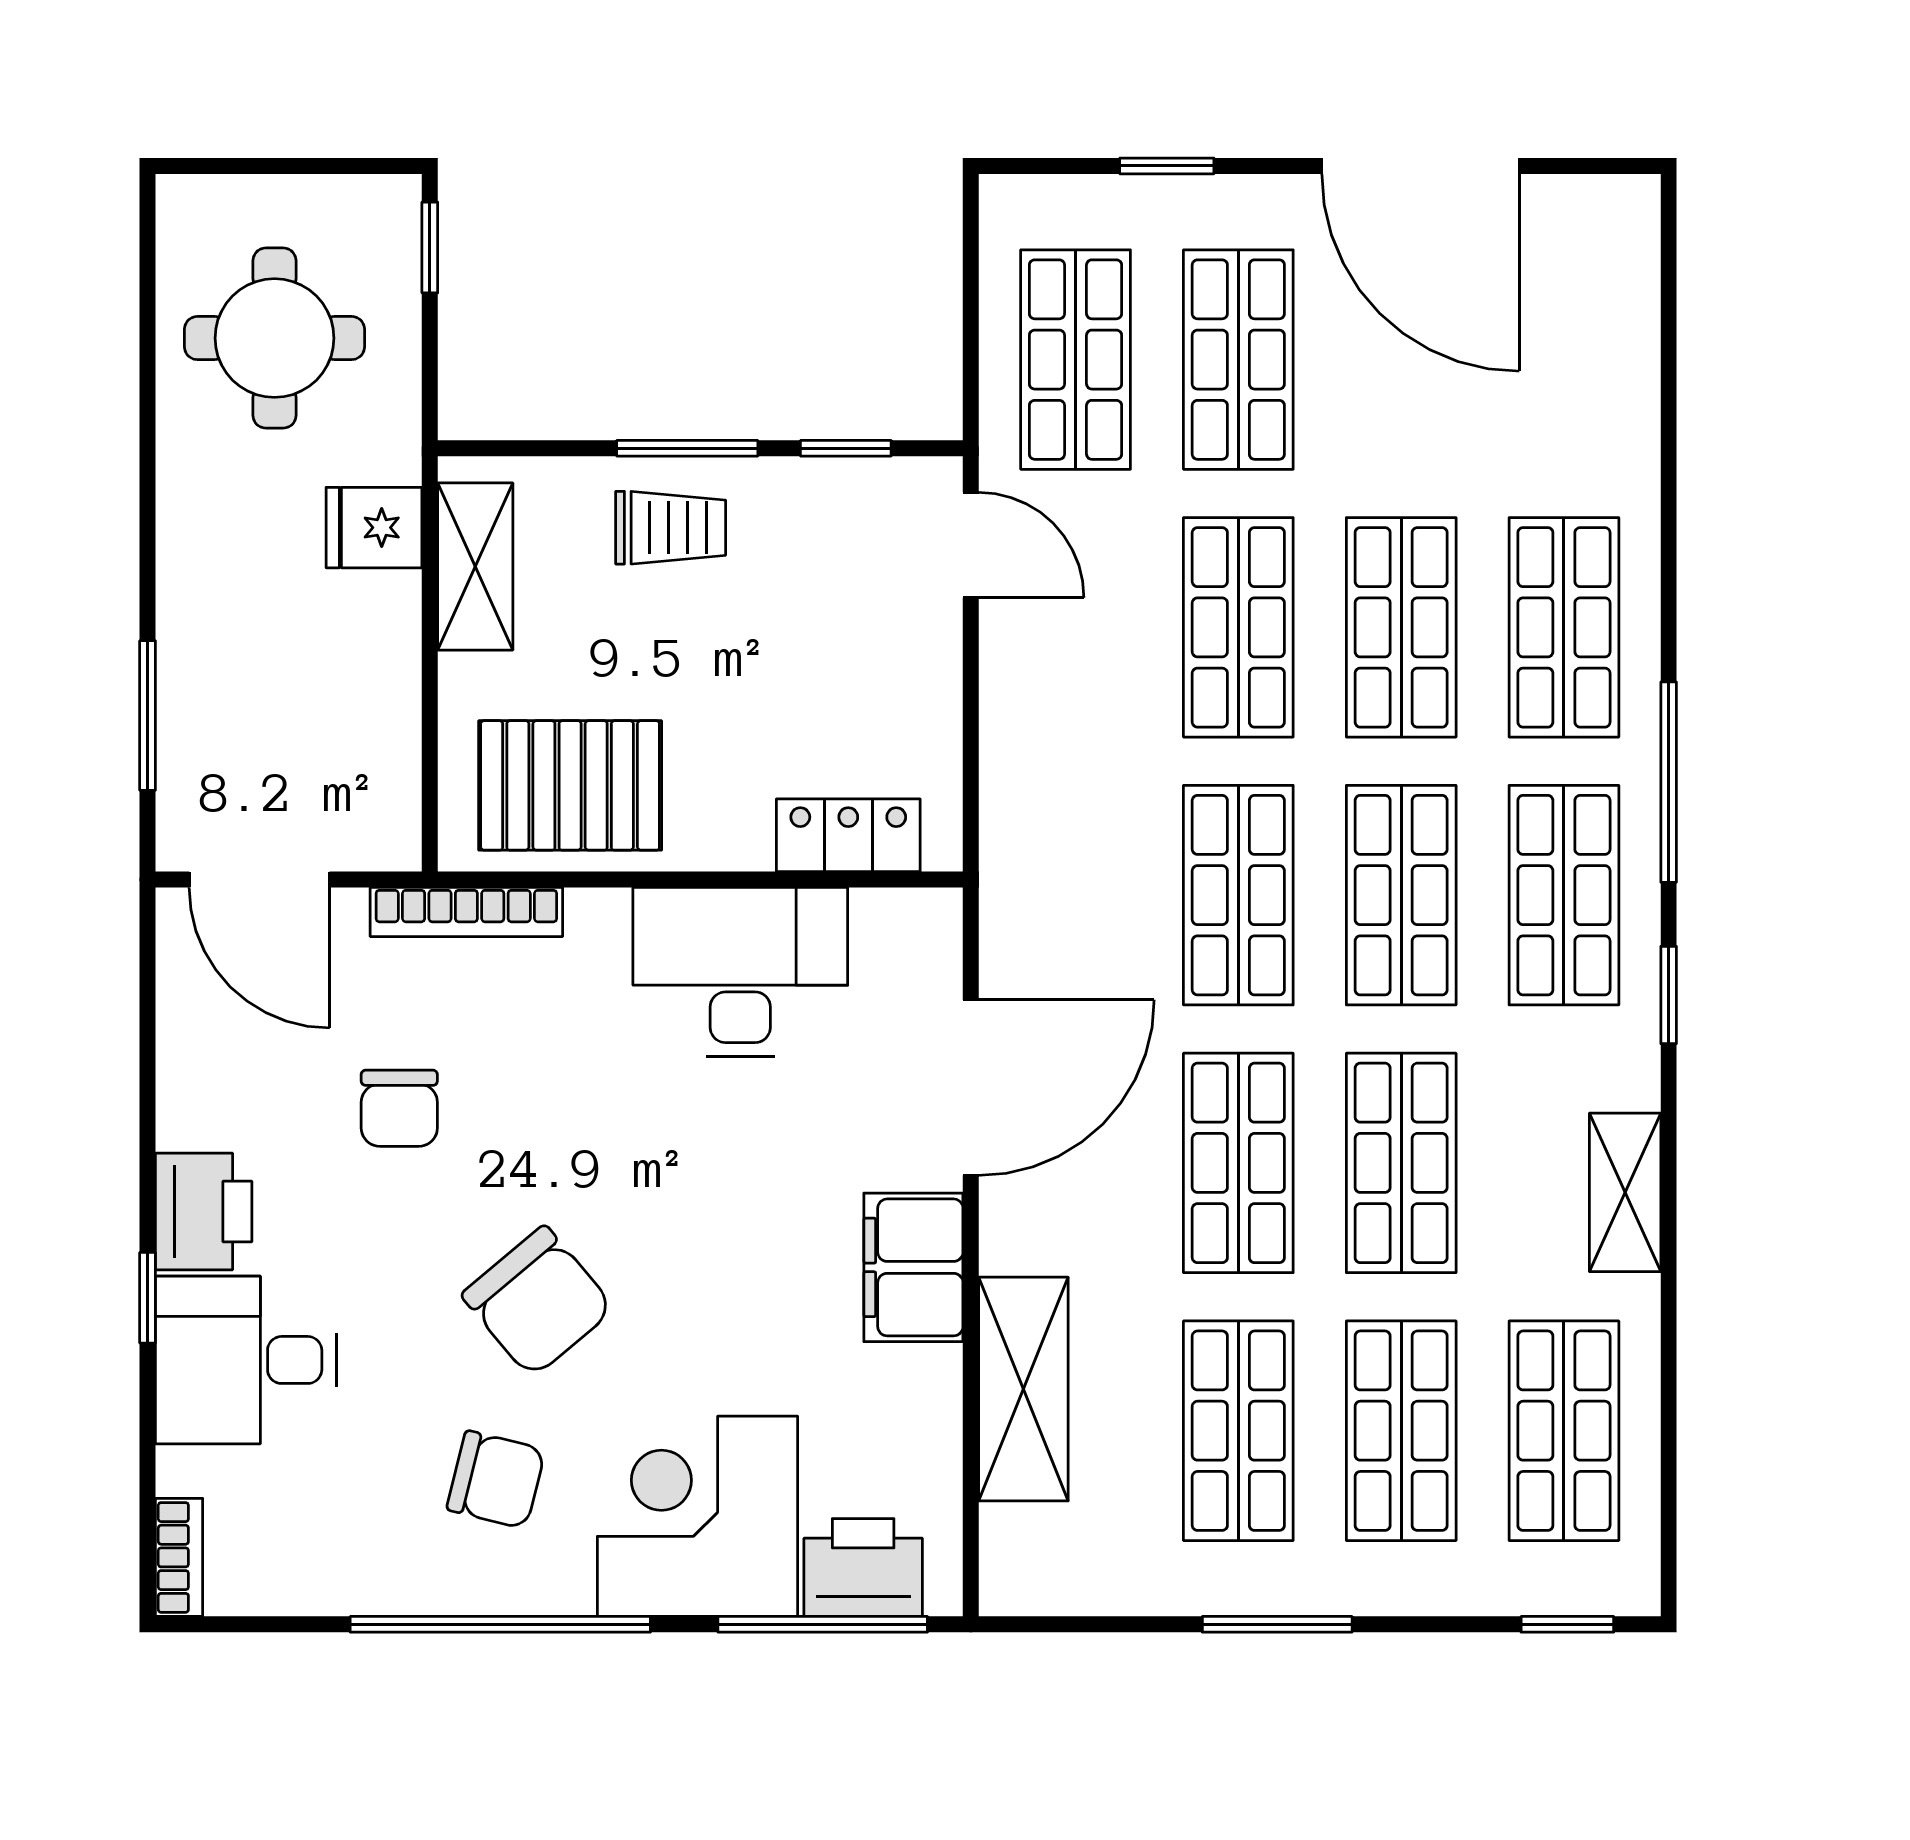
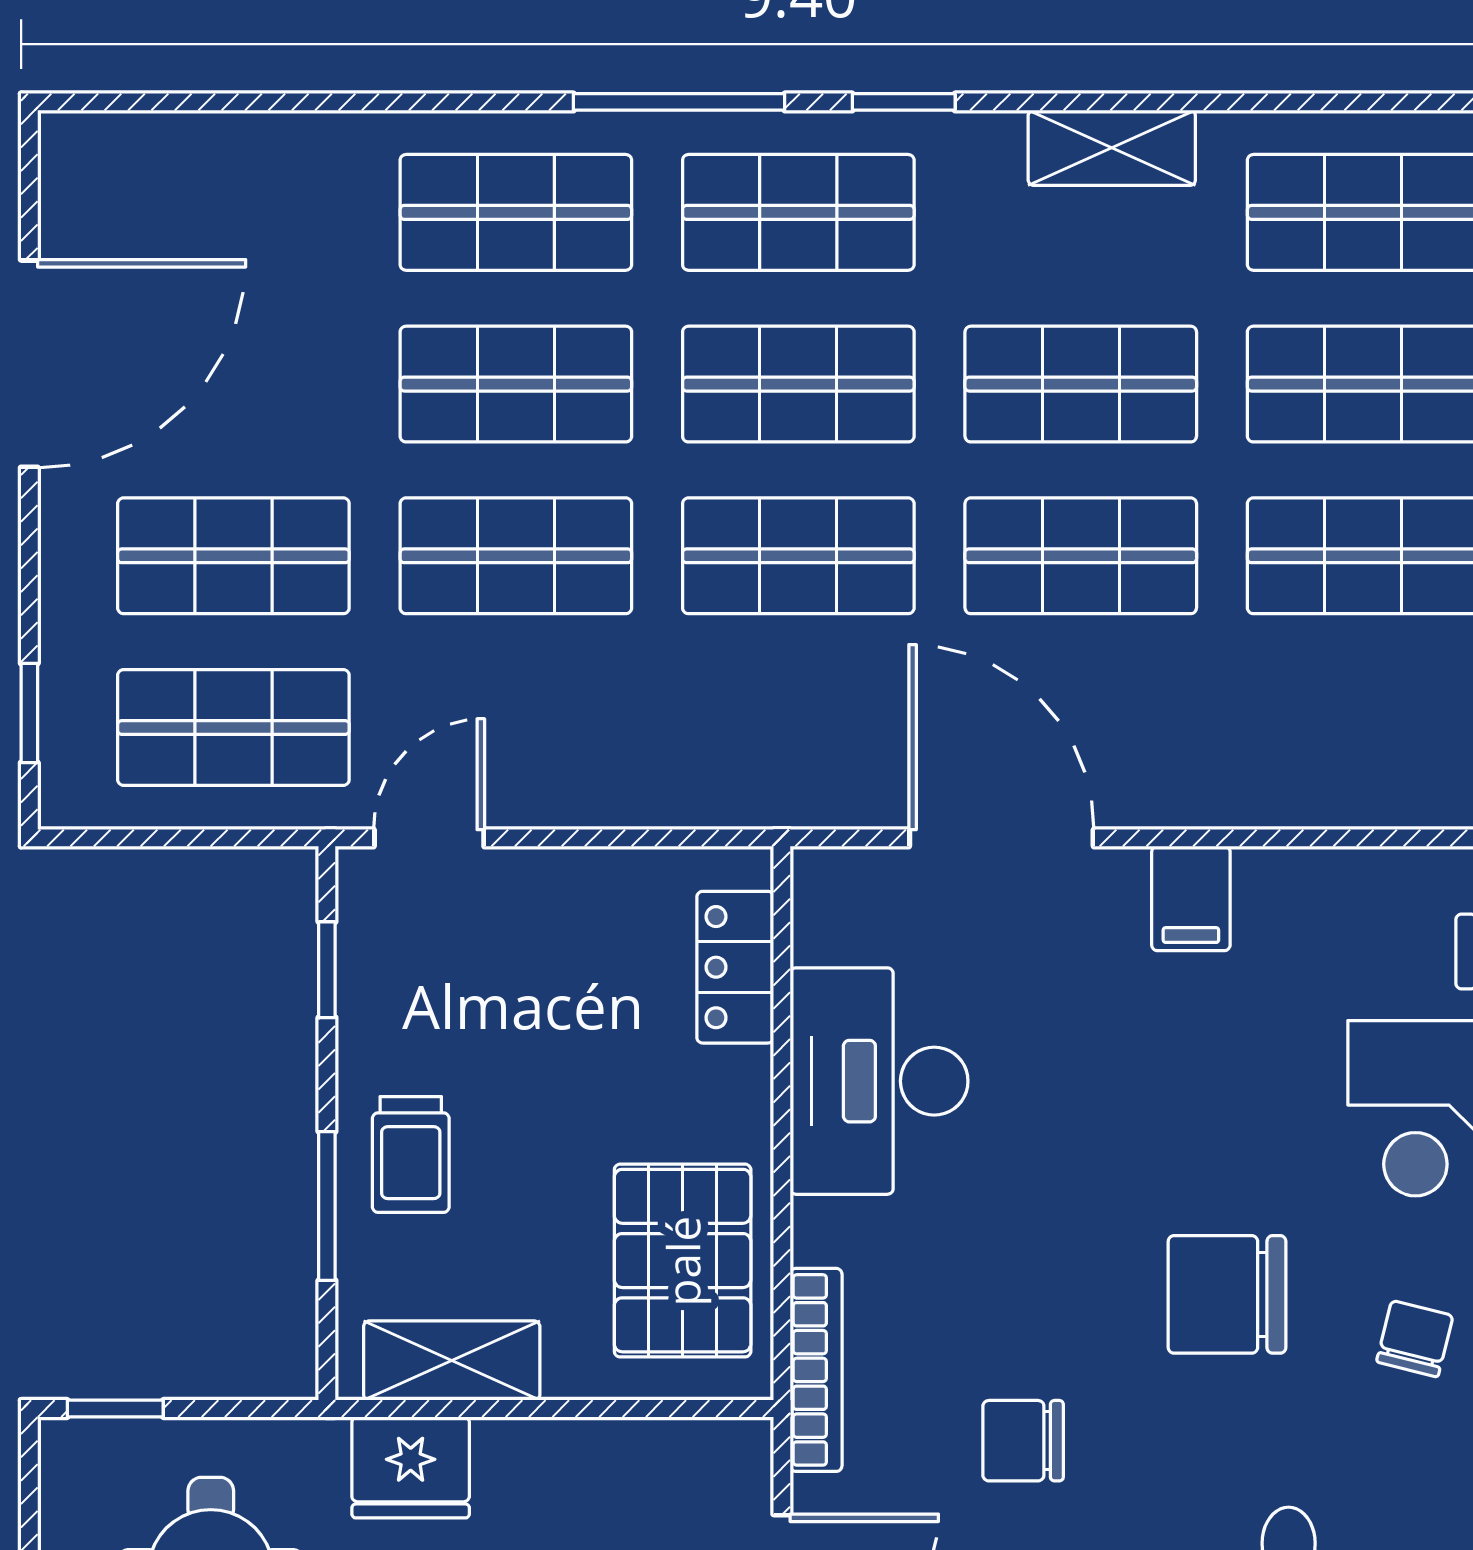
window: (1167, 166) -> (29, 713), moved
window: (687, 448) -> (327, 1206), moved
fridge: (374, 528) -> (411, 1467), width x1.38
trolley: (671, 528) -> (411, 1155), turned 180
chair: (399, 1108) -> (1023, 1441), turned 180
filing cabinet: (913, 1267) -> (1191, 898), width x0.50
chair: (538, 1302) -> (1227, 1294), turned -140
shelving: (1023, 1389) -> (1319, 782), removed
chair: (496, 1480) -> (1415, 1339), width x0.73, depth x0.73

